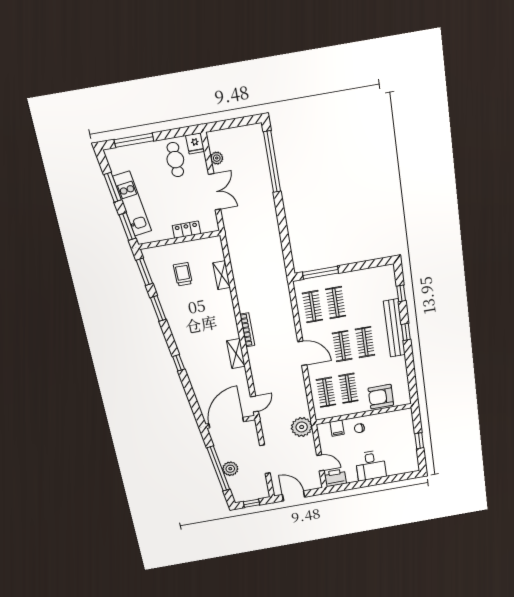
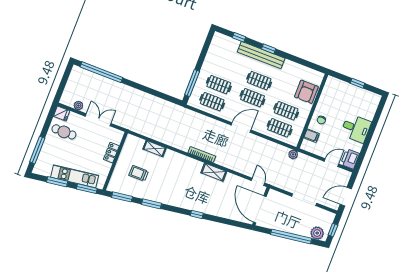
plant: (302, 427) -> (293, 154), width x0.53, depth x0.53
plant: (230, 469) -> (317, 233), moved

